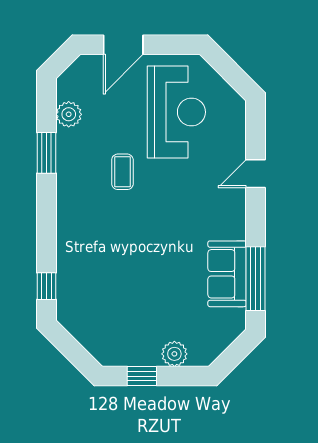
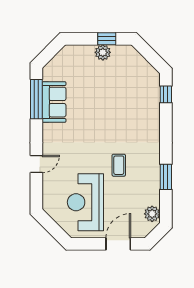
plant: (69, 114) -> (152, 214), moved
plant: (174, 354) -> (103, 52), moved

